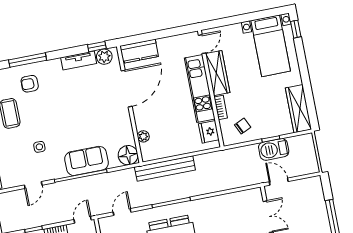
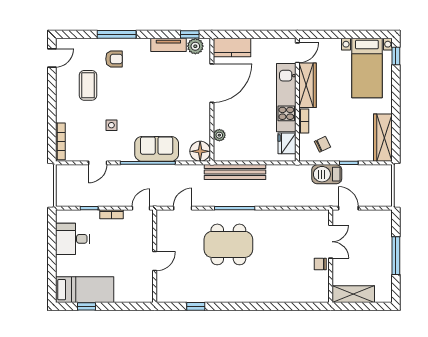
armchair: (30, 84) -> (114, 59), turned 180
barbecue: (274, 149) -> (327, 174), moved

